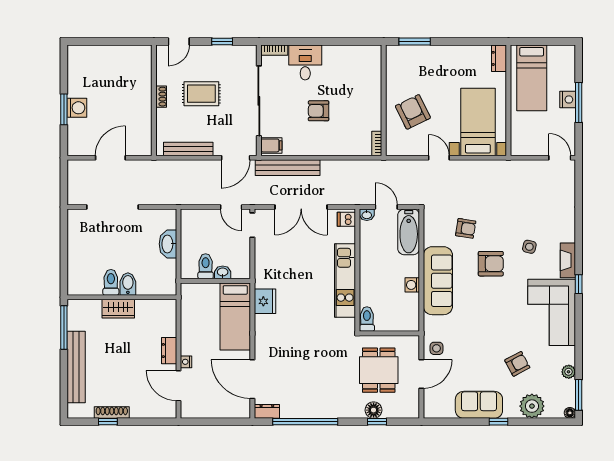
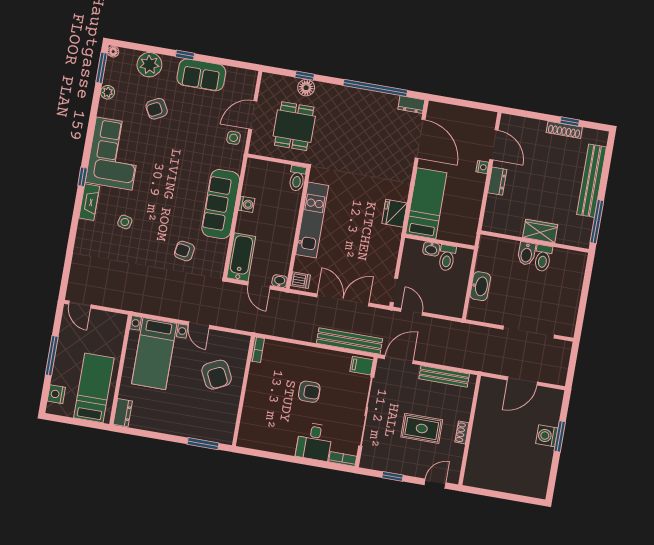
nightstand: (568, 99) -> (56, 394), moved
armchair: (491, 264) -> (166, 212), removed

